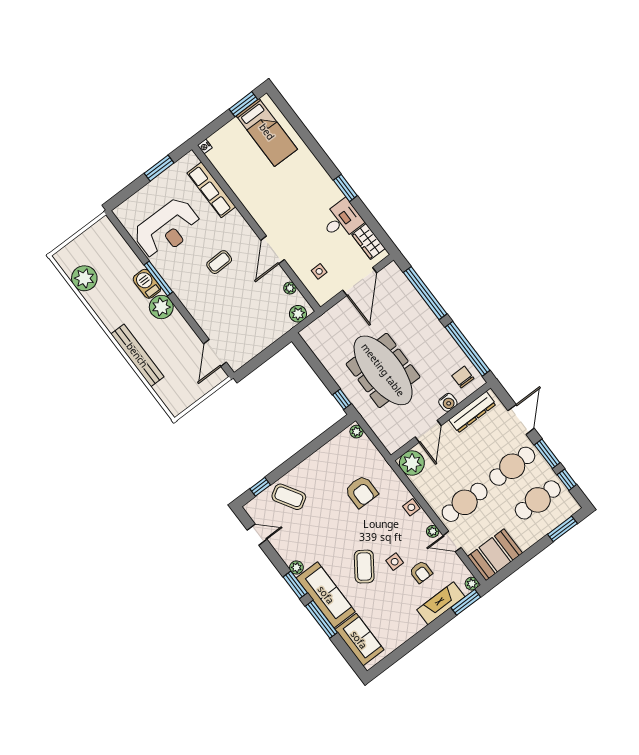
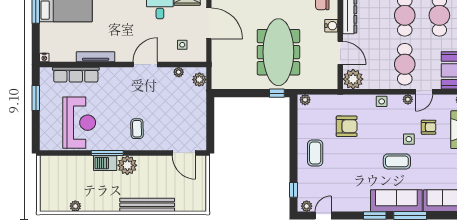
tv unit: (243, 196) -> (96, 57), added
door: (273, 250) -> (145, 65), swing flipped
coffee table: (219, 262) -> (137, 129), moved
plant: (84, 278) -> (75, 206), width x0.53, depth x0.53
meeting table: (383, 370) -> (278, 52), turned 90
coffee table: (289, 497) -> (315, 153), moved, turned -59
plant: (296, 567) -> (307, 206), moved
coffee table: (364, 567) -> (397, 161), turned -35

